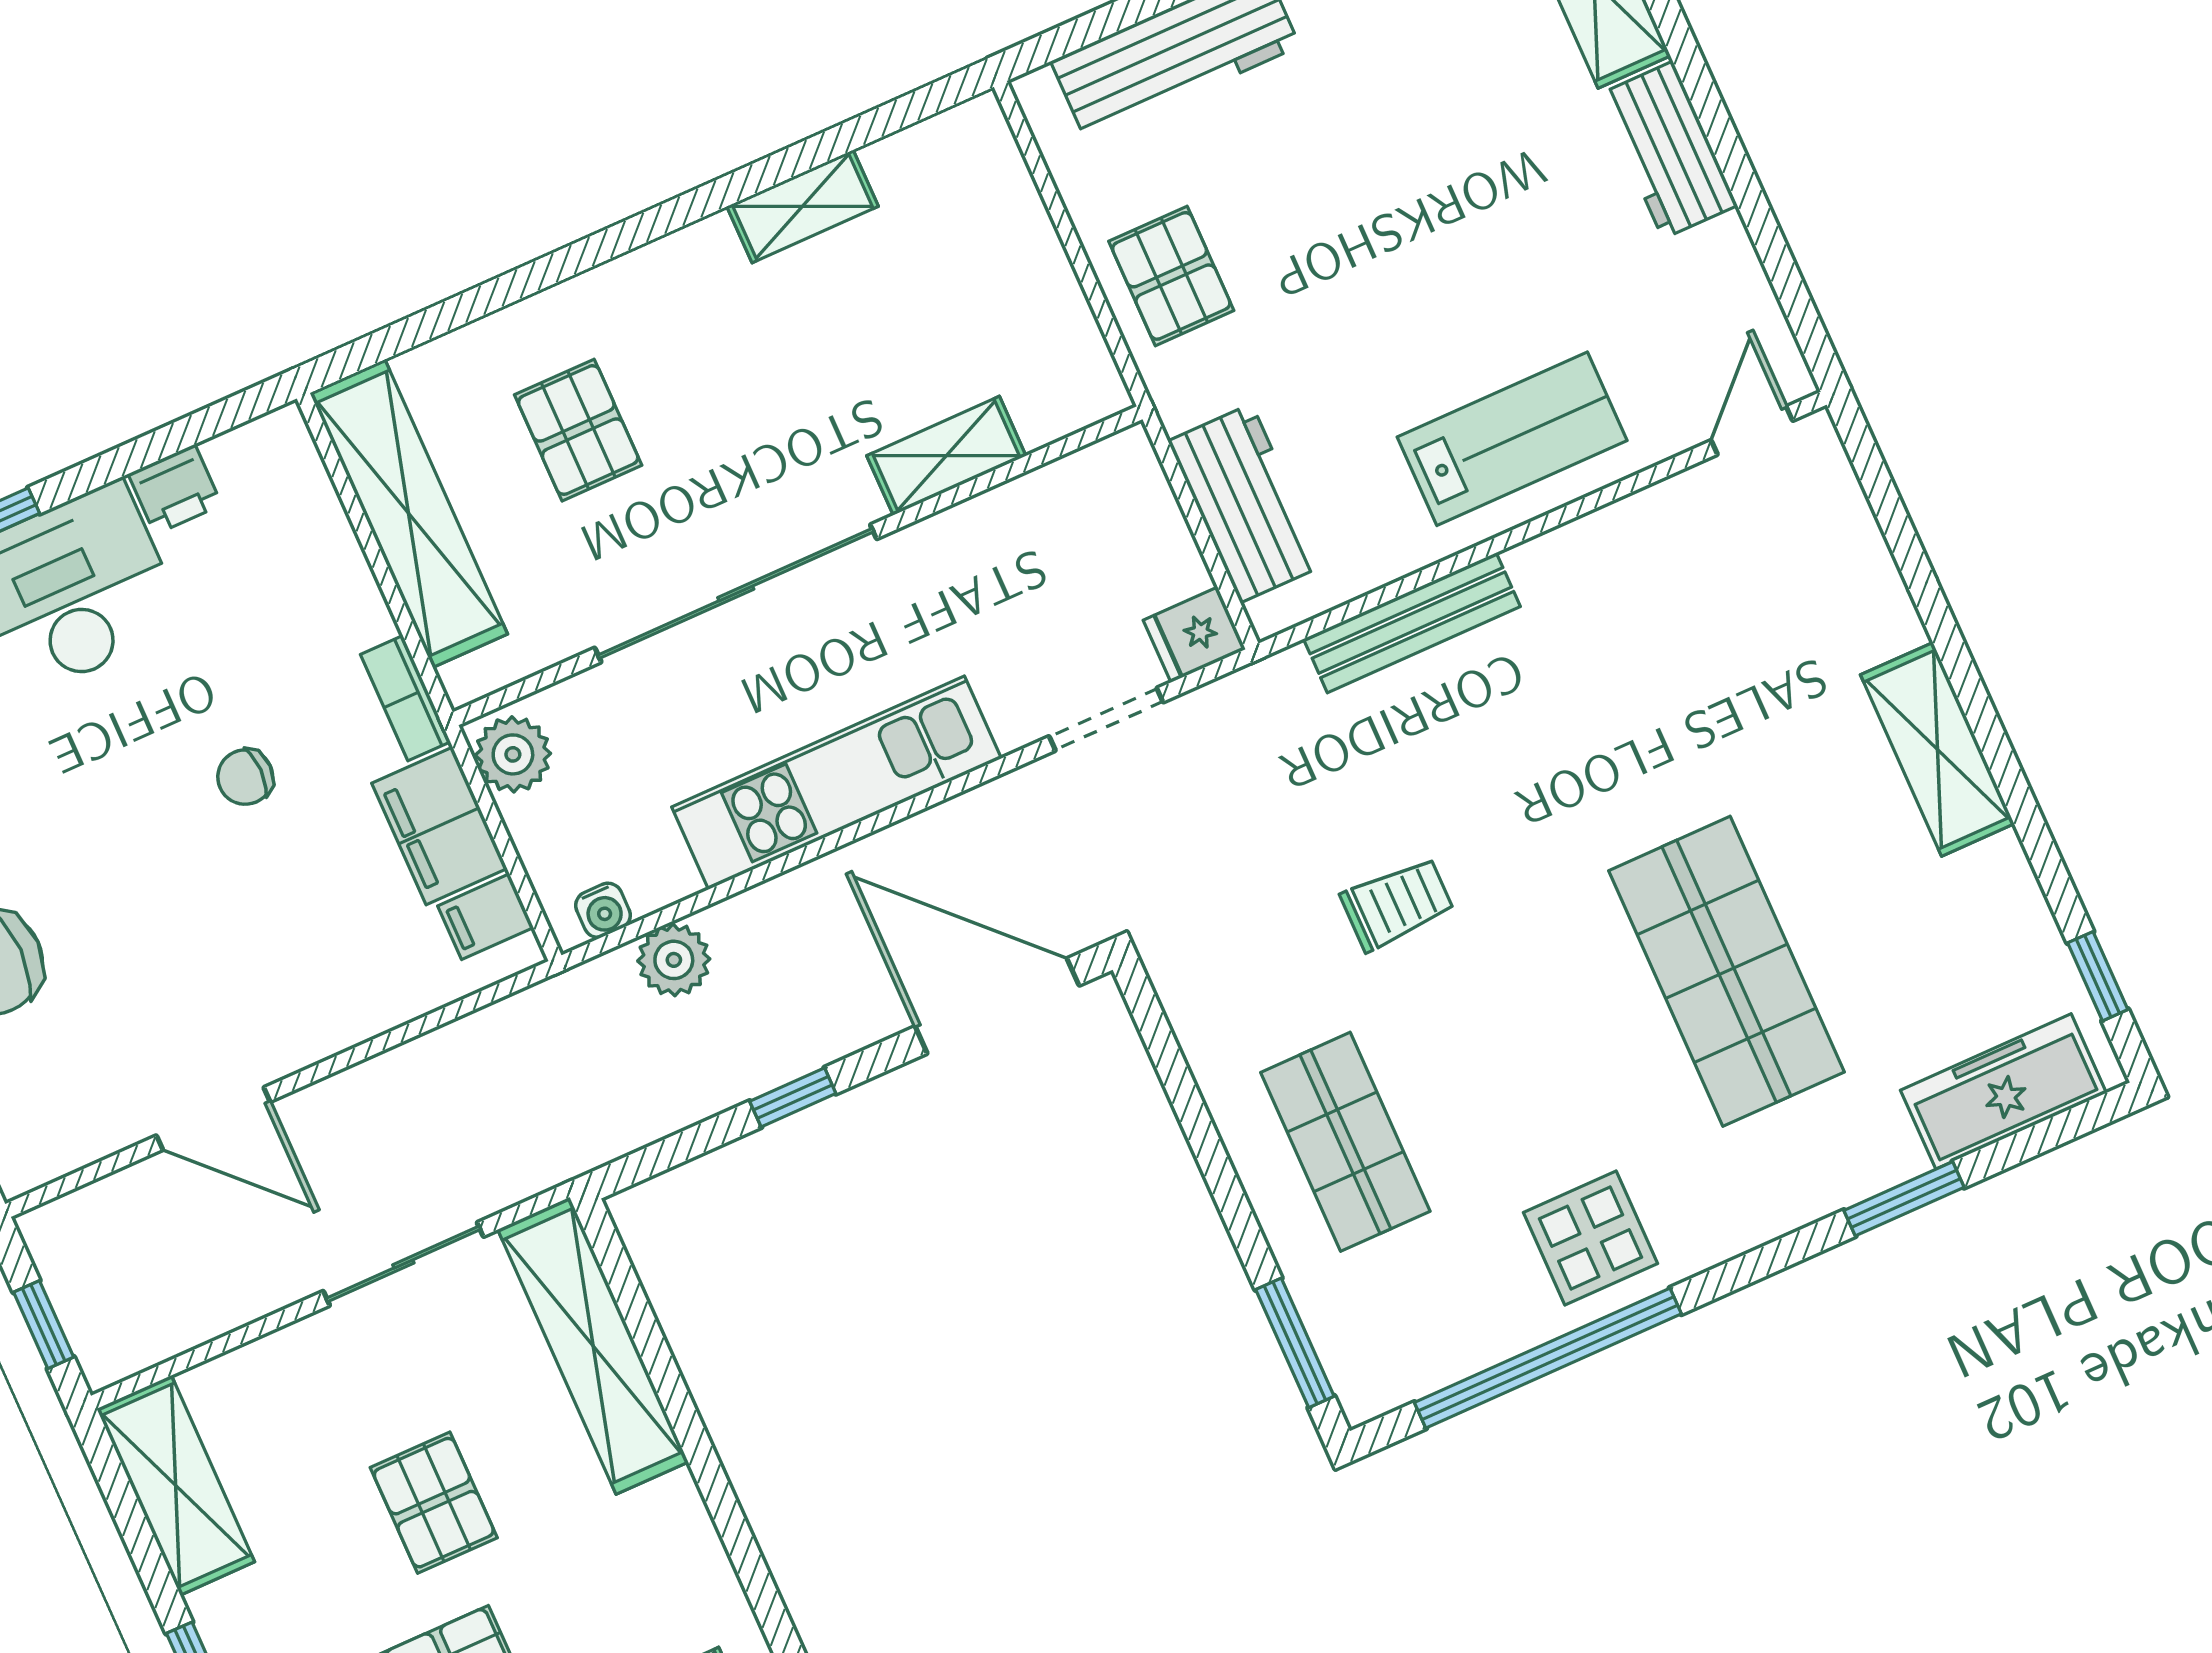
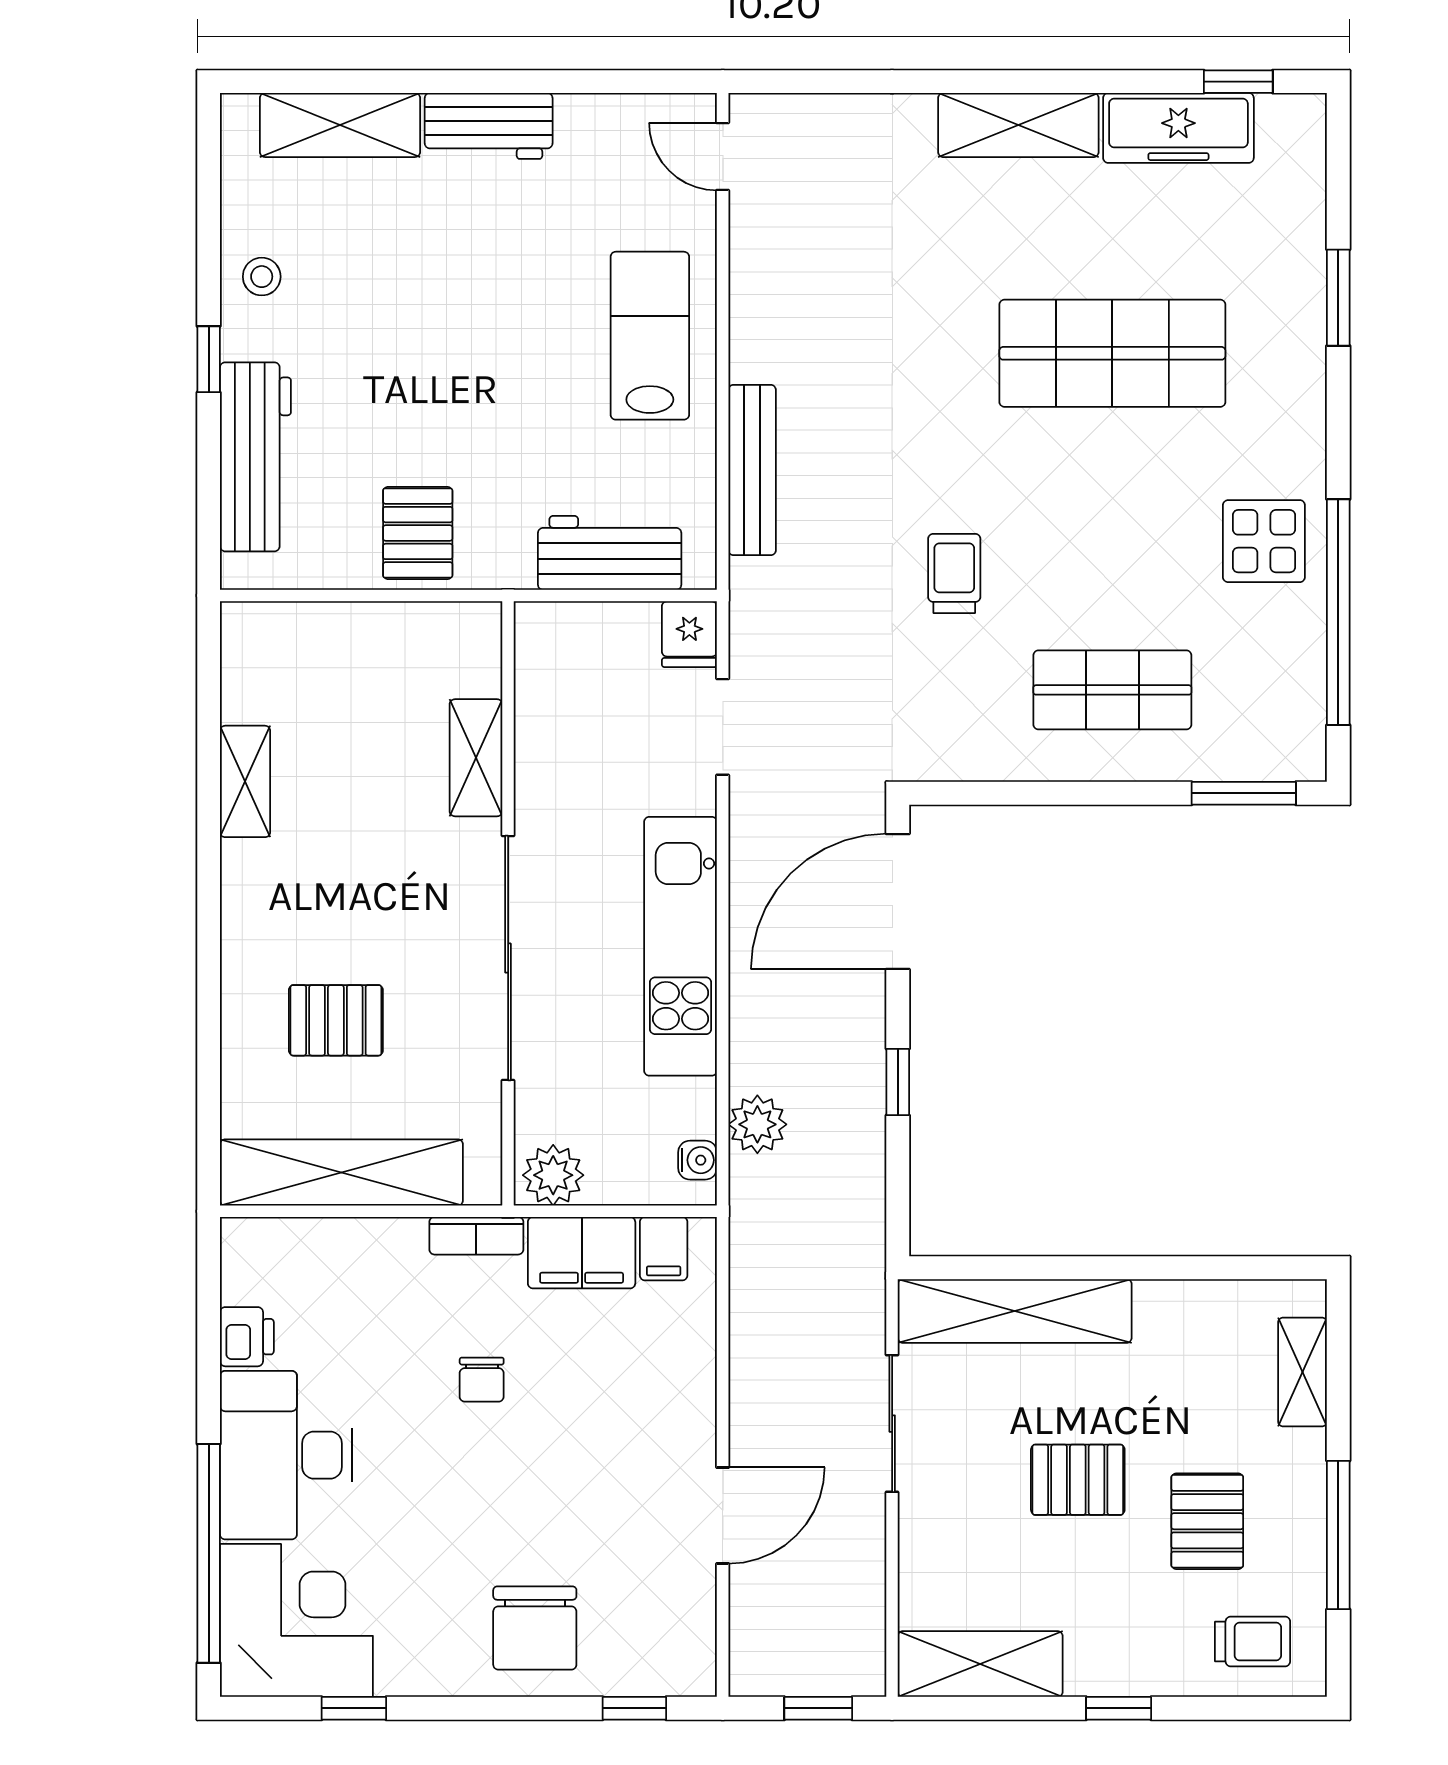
pallet: (1171, 276) -> (418, 533), turned 90
freezer: (2003, 1091) -> (1178, 128), moved, turned -90

